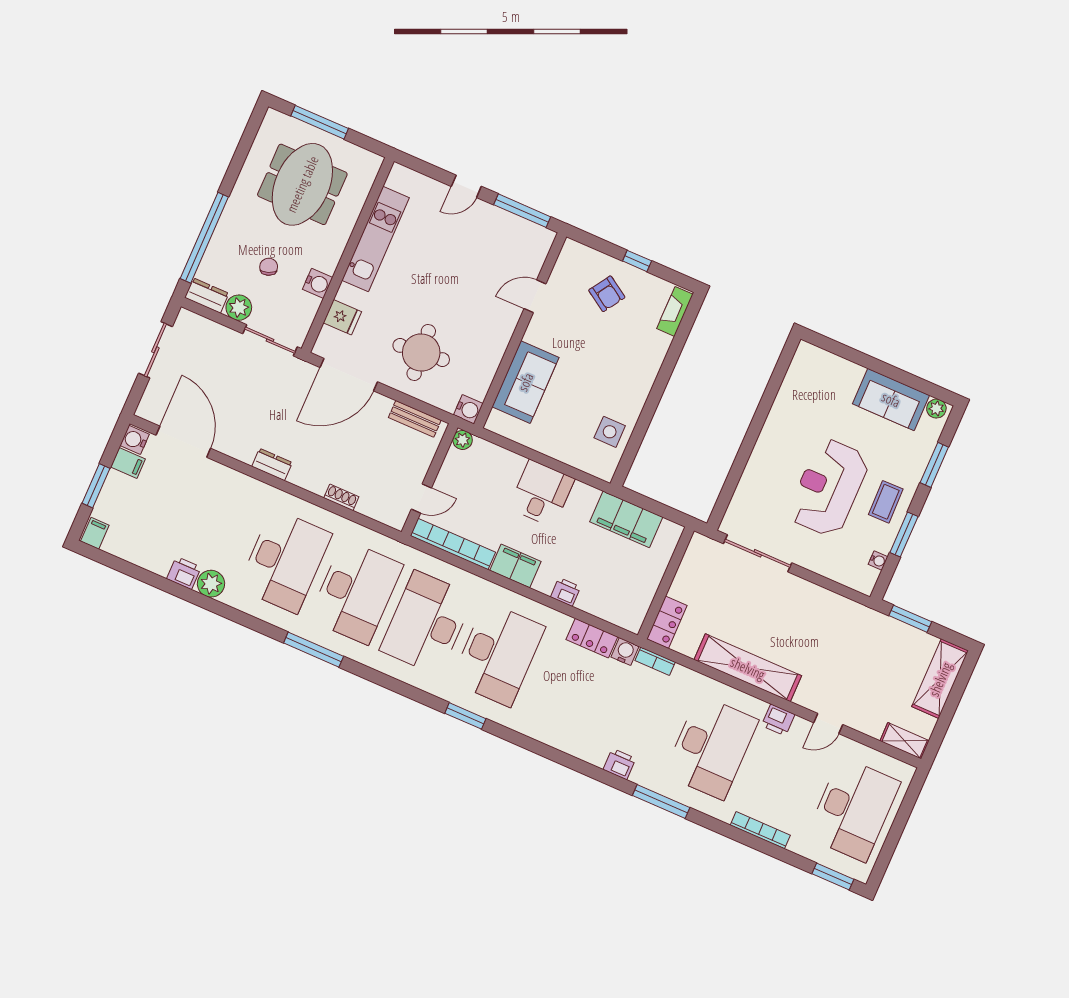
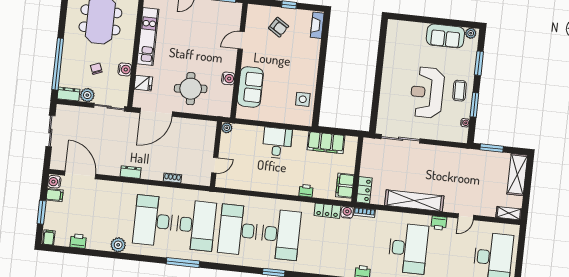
water cooler: (468, 409) -> (228, 78), moved
bench: (415, 419) -> (198, 125), removed
bookcase: (453, 544) -> (239, 184), removed
desk: (285, 561) -> (153, 221), turned 180
filing cabinet: (515, 566) -> (345, 186), moved, turned -90
printer: (184, 573) -> (78, 241), moved

